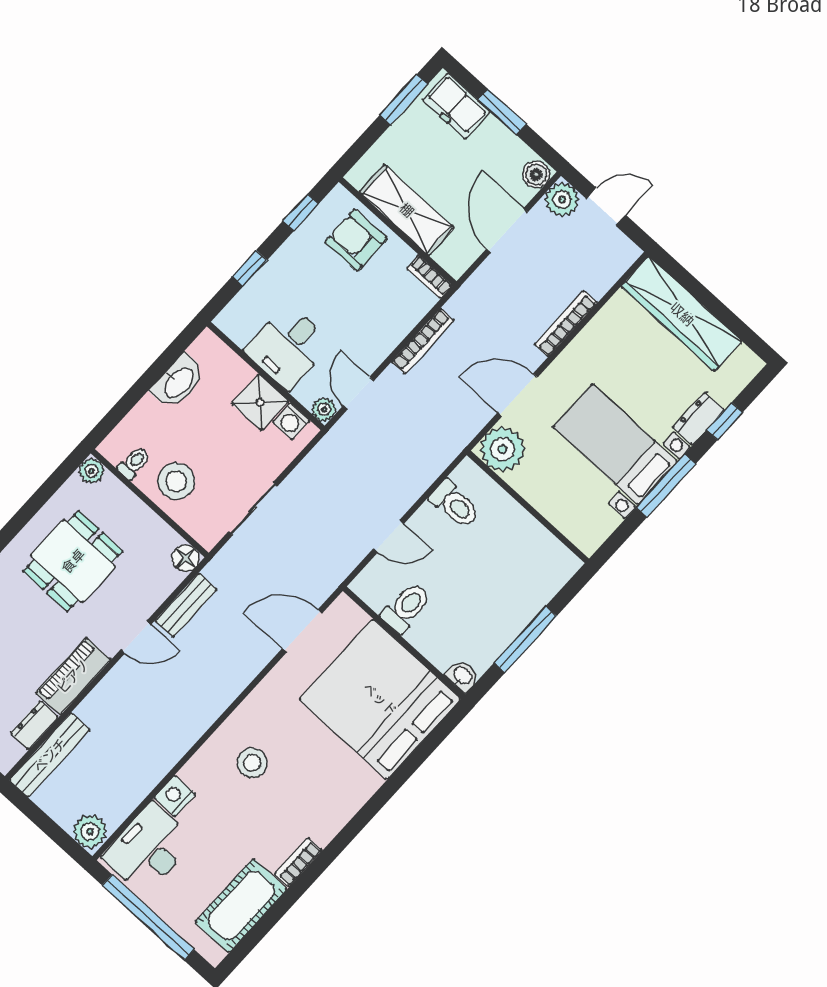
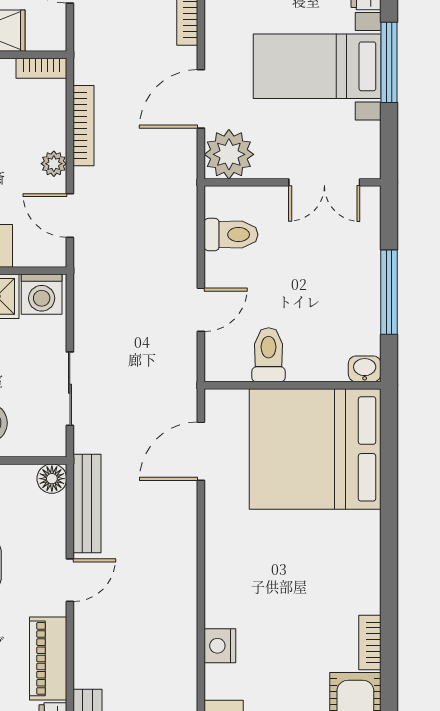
plant: (324, 409) -> (54, 164), moved
washing machine: (291, 421) -> (42, 294), width x1.38, depth x1.38
double door: (549, 526) -> (324, 182), added
bench: (186, 605) -> (87, 503), width x1.36
stool: (252, 763) -> (258, 596), removed
nightstand: (175, 796) -> (220, 646), moved

